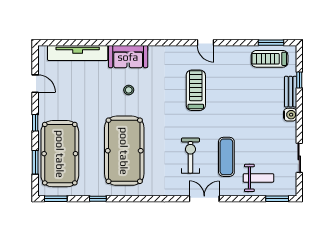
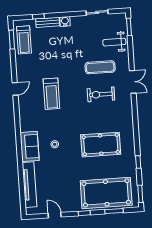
door: (35, 84) -> (55, 215), hinge flipped
treadmill: (196, 90) -> (51, 94), turned -90
pool table: (124, 151) -> (101, 145), width x0.73, depth x0.76
weight bench: (258, 178) -> (114, 42), turned -90
double door: (204, 199) -> (133, 82), swing flipped

